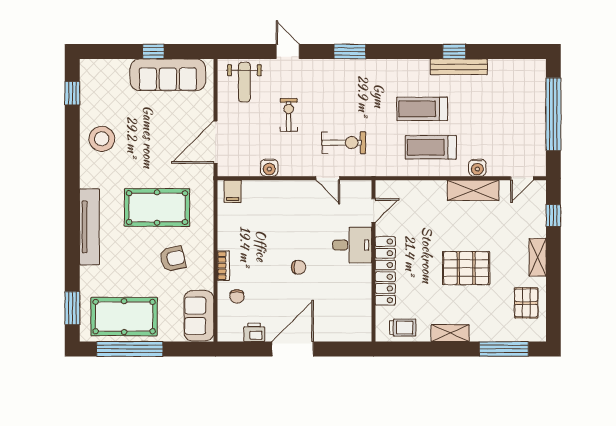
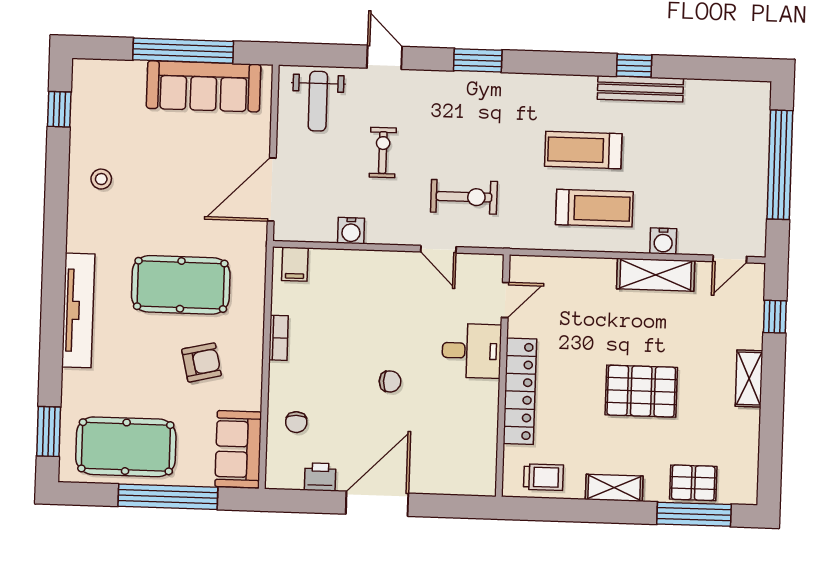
window: (153, 51) -> (183, 51), width x3.17
stool: (102, 139) -> (101, 179), width x0.53, depth x0.53
treadmill: (431, 147) -> (594, 208), turned 180
bookcase: (223, 266) -> (279, 338), moved
pallet: (526, 303) -> (693, 483), moved, turned 90
window: (130, 349) -> (168, 497), moved

